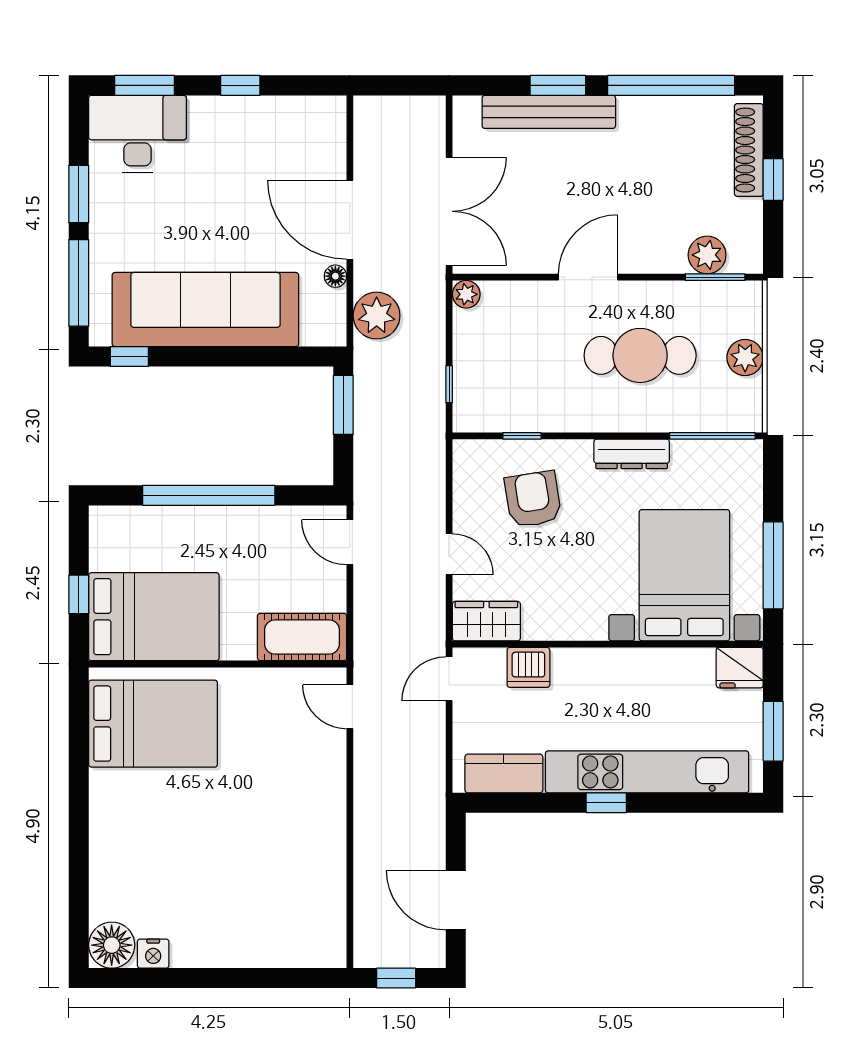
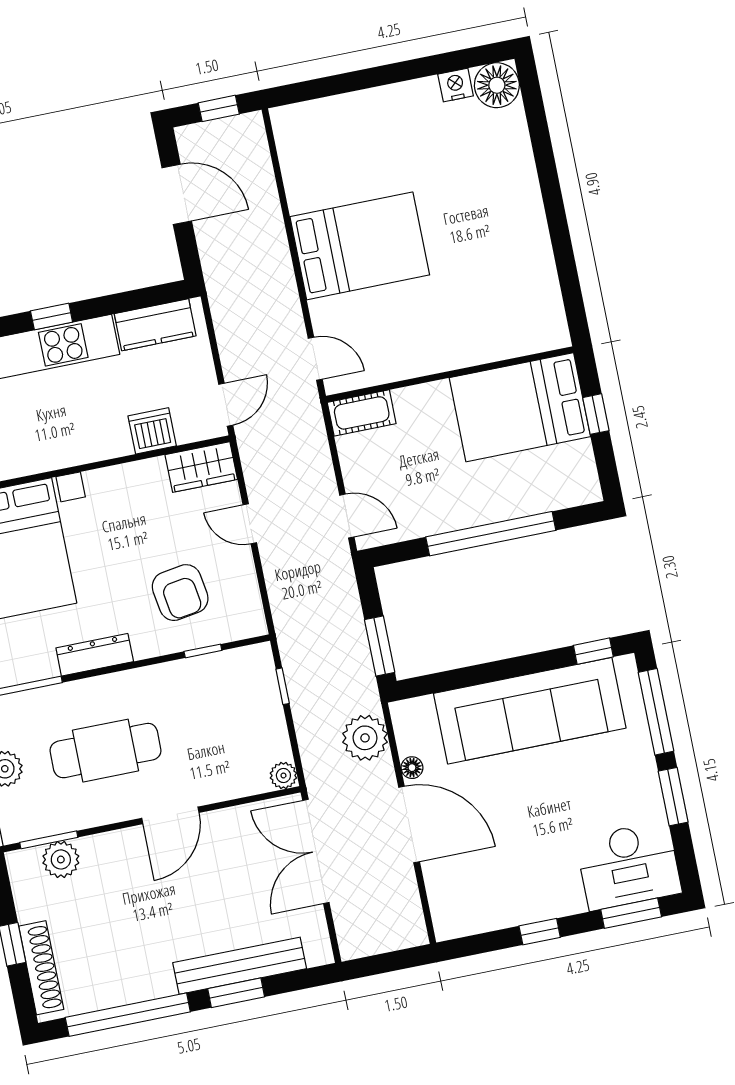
cot: (302, 637) -> (362, 413), width x0.73, depth x0.75
bed: (153, 724) -> (360, 246), moved, turned 180

